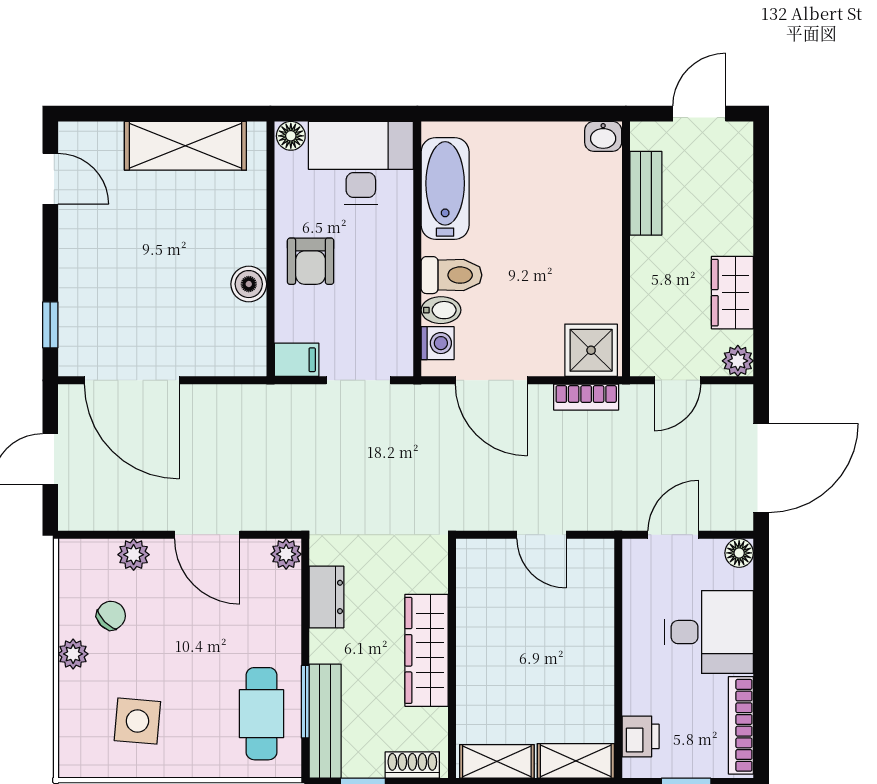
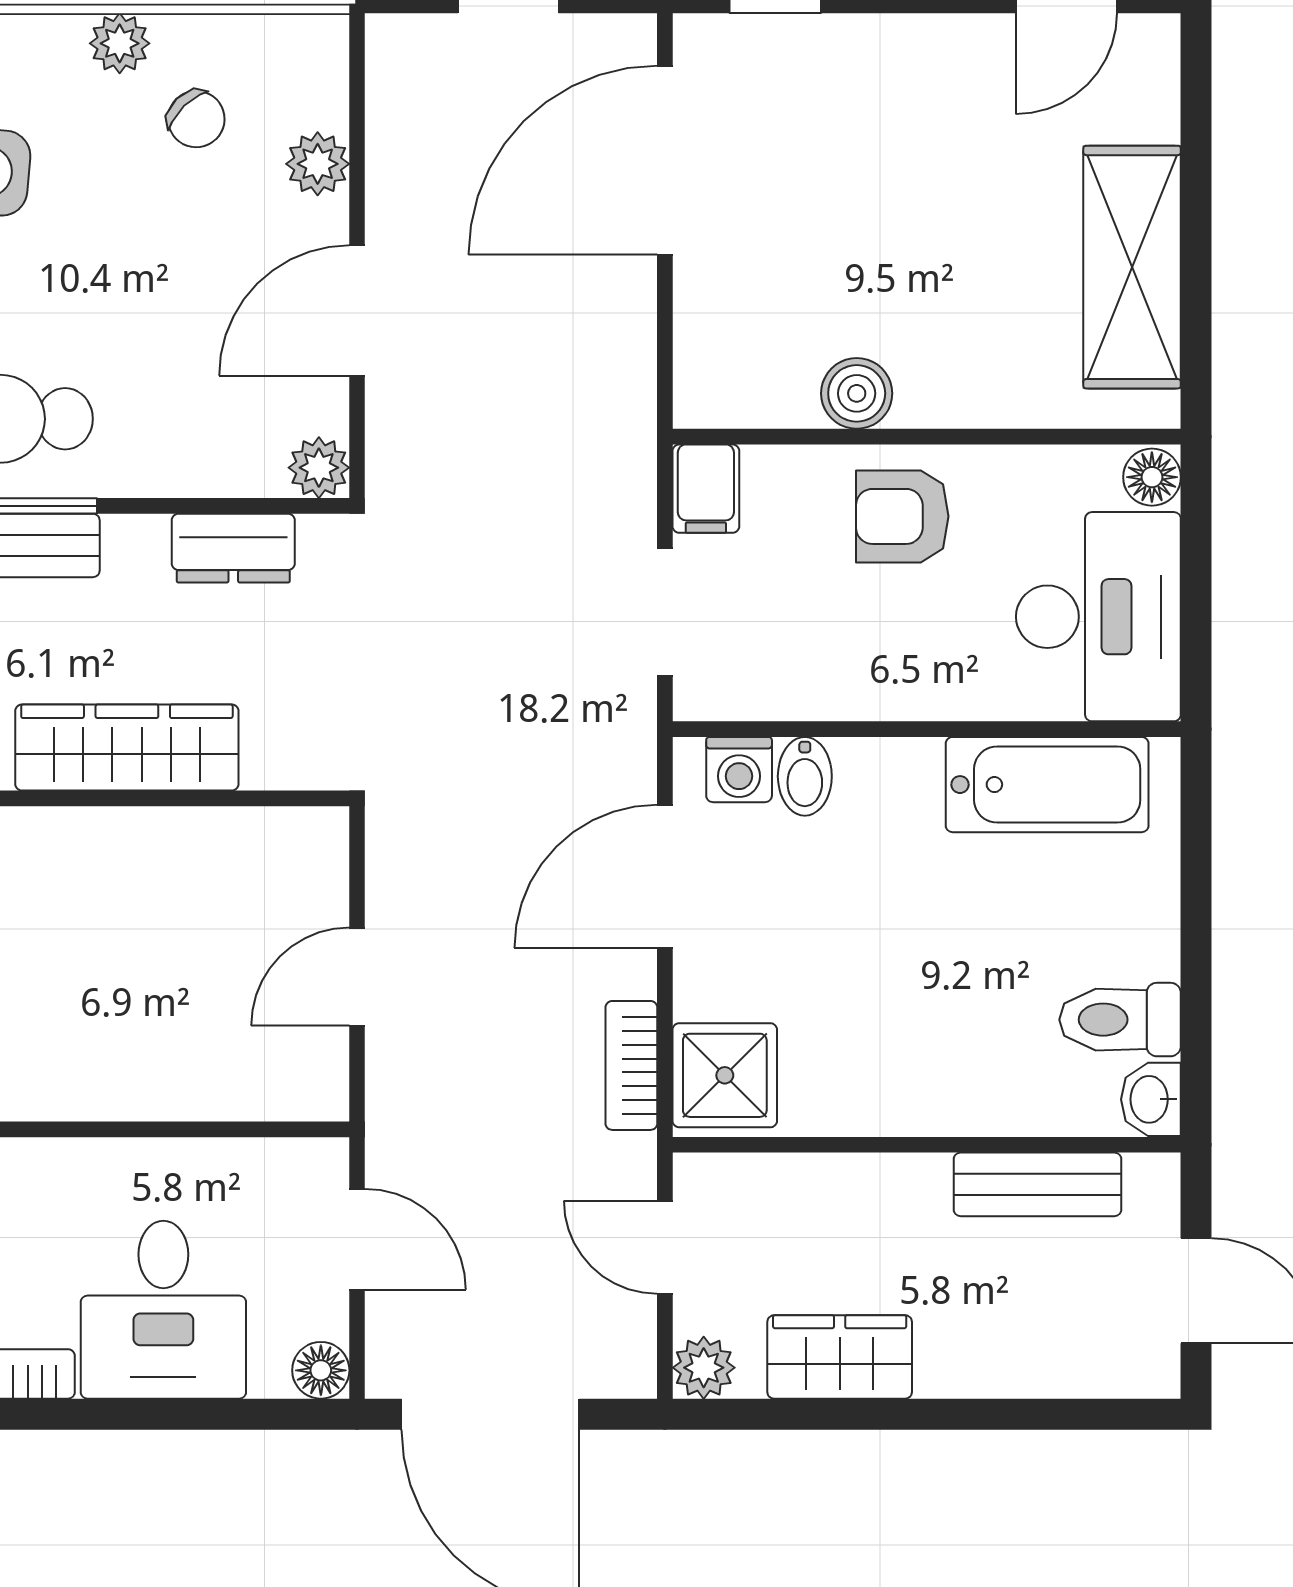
toilet: (452, 275) -> (1120, 1020), moved, turned 90

